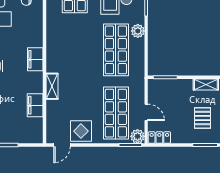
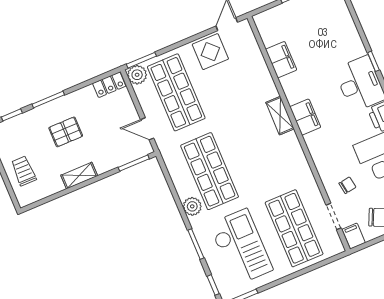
shelving: (52, 86) -> (280, 116), moved
door: (146, 112) -> (147, 129), moved
pallet: (203, 118) -> (66, 132), turned 90

